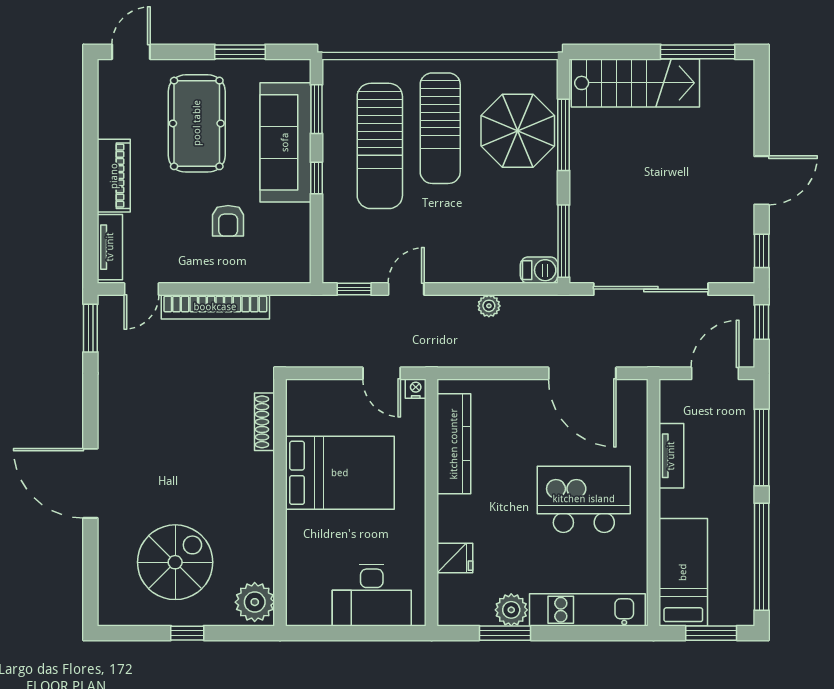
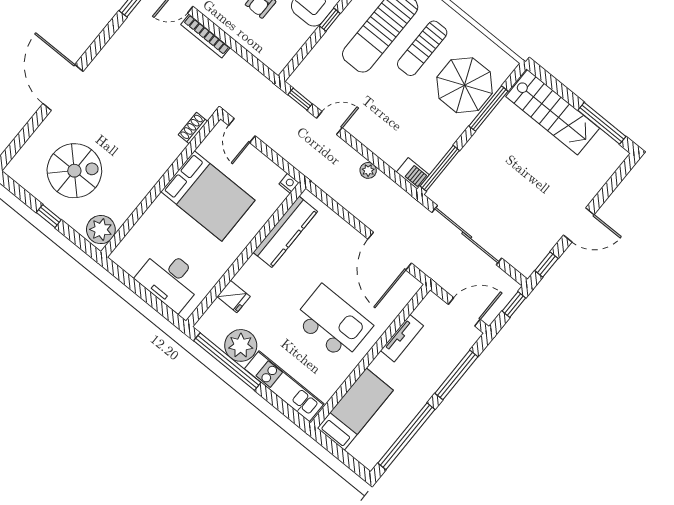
sun lounger: (440, 128) -> (422, 48), width x0.73, depth x0.75
bookcase: (215, 307) -> (205, 36), width x0.68, depth x0.76
door: (382, 373) -> (242, 131), moved
shoe rack: (265, 422) -> (193, 128), width x0.70
plant: (511, 610) -> (241, 345), width x1.36, depth x1.36
window: (505, 633) -> (227, 362), width x2.11
window: (711, 633) -> (343, 456), removed

